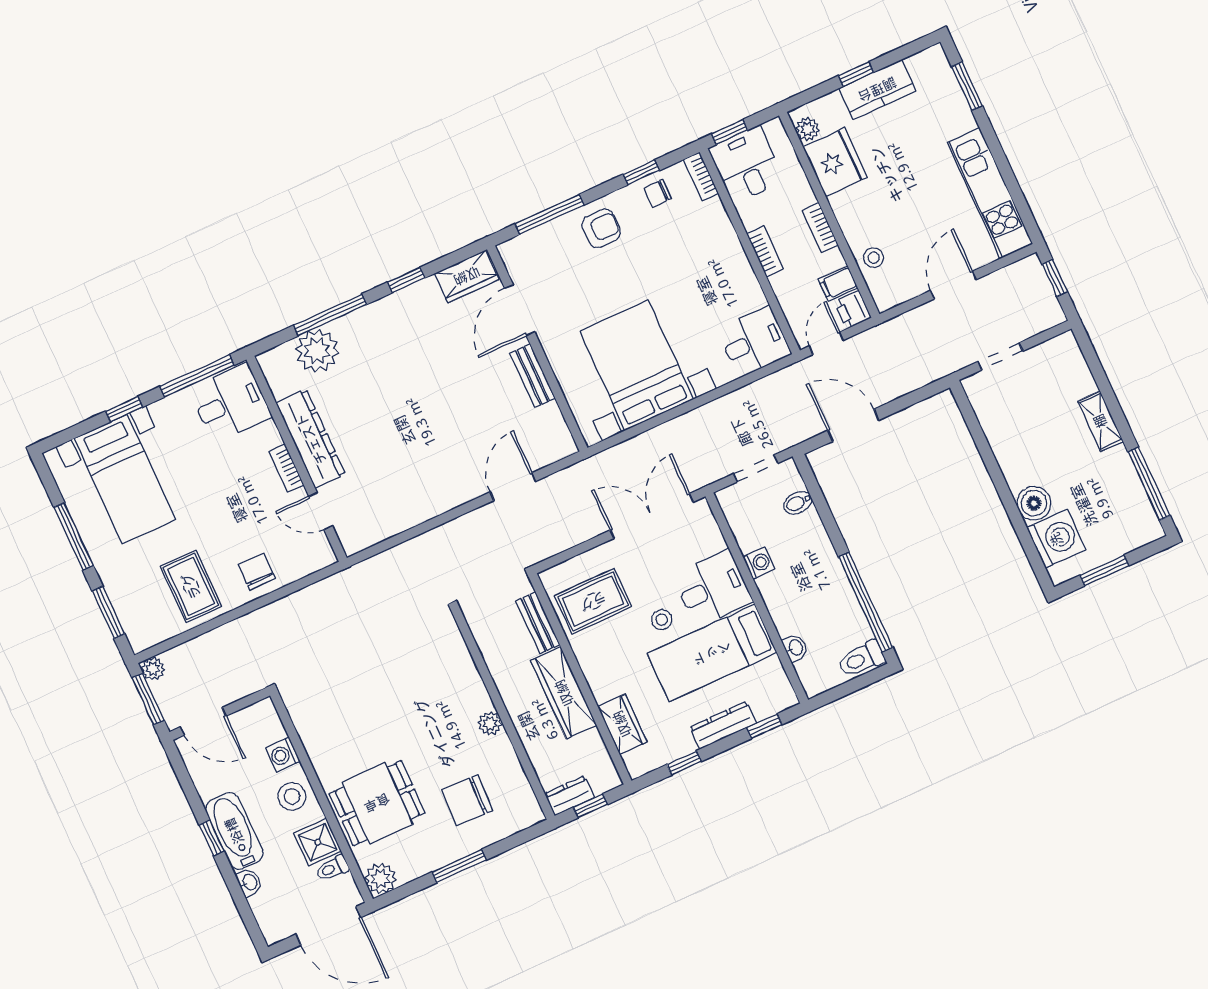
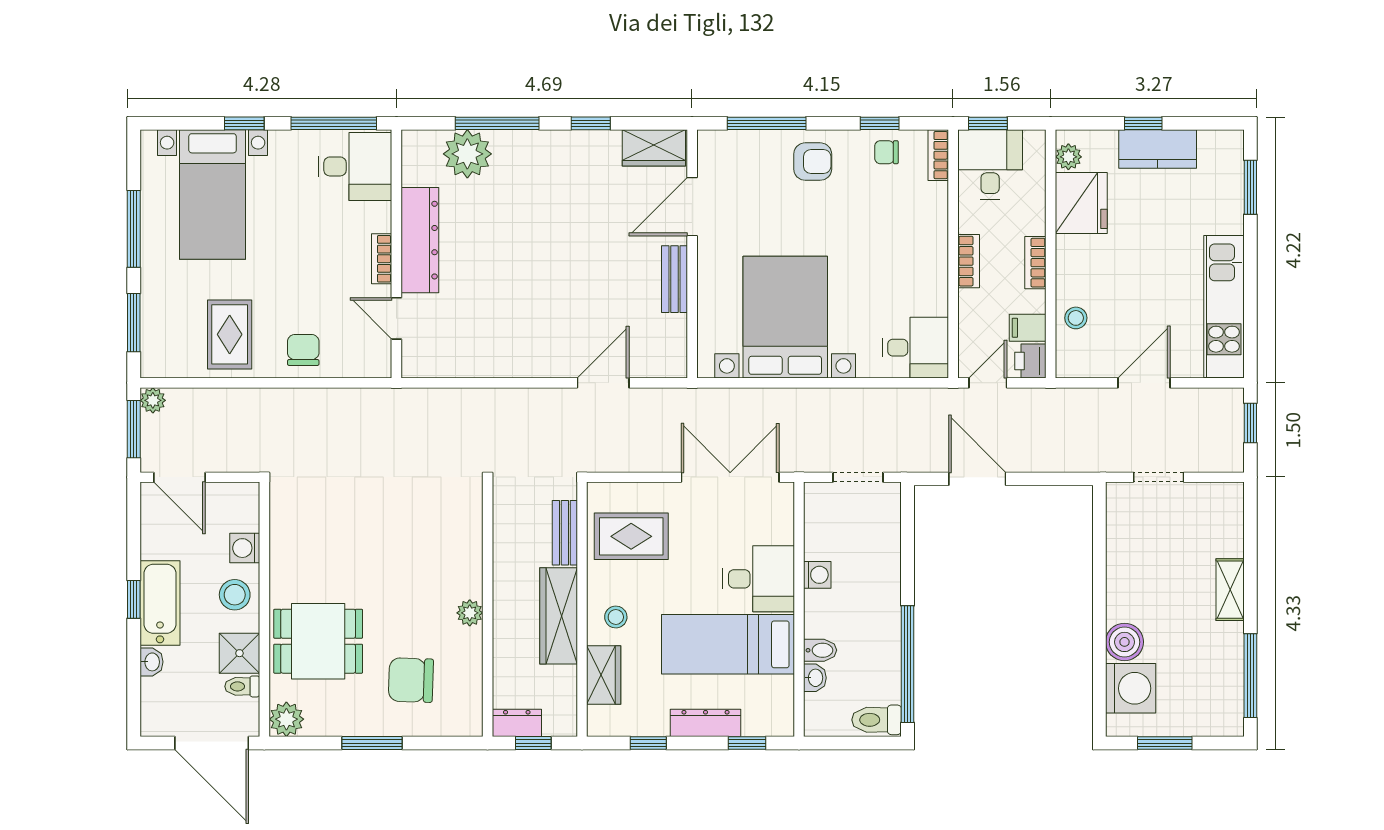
bidet: (798, 503) -> (820, 650), moved, turned 180
stool: (662, 620) -> (616, 617), moved

